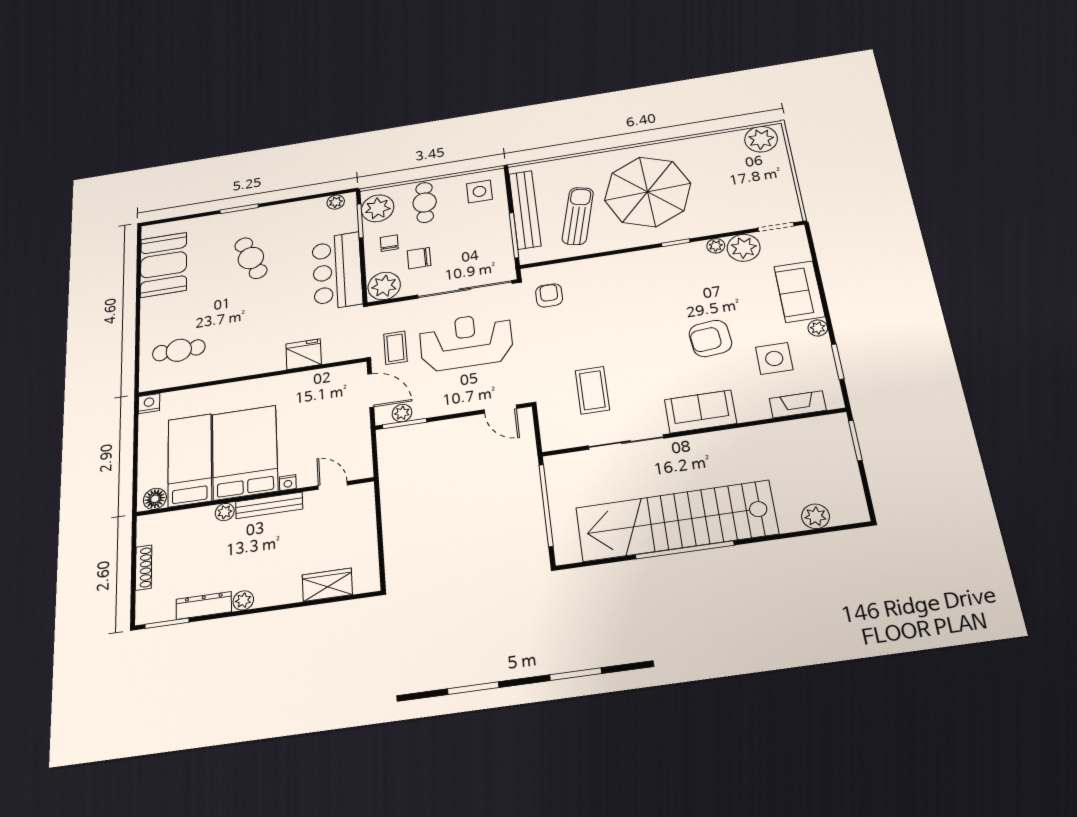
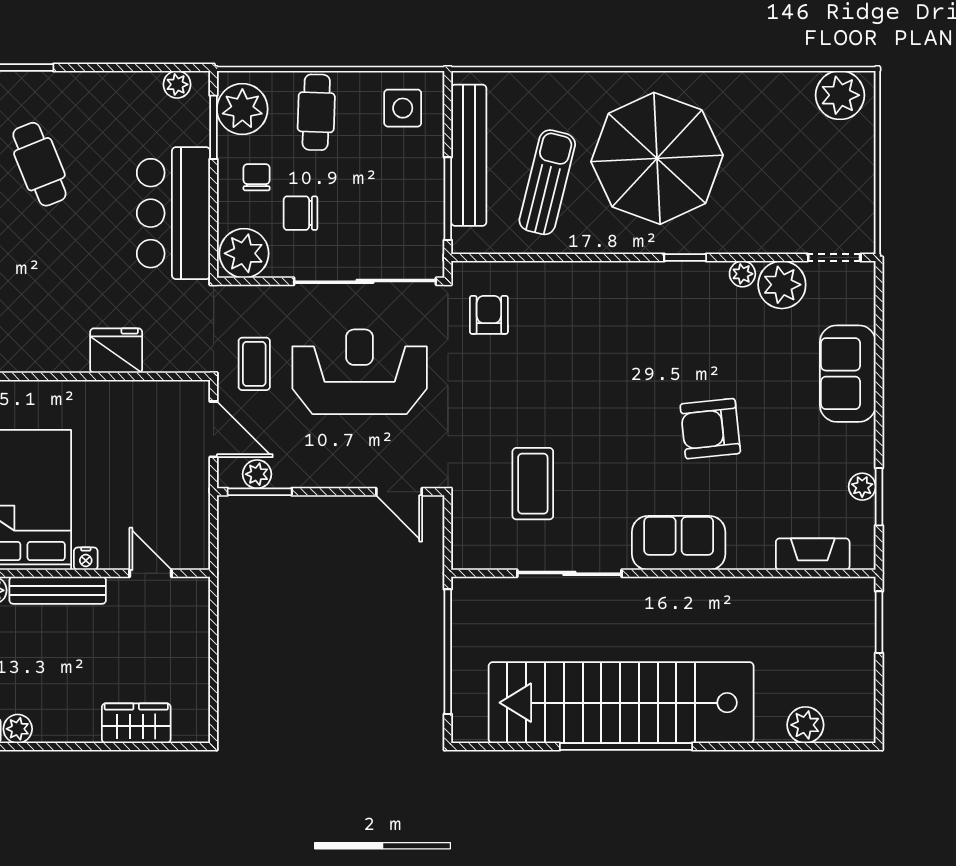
plant: (818, 328) -> (862, 487), moved
side table: (774, 358) -> (793, 477), removed

